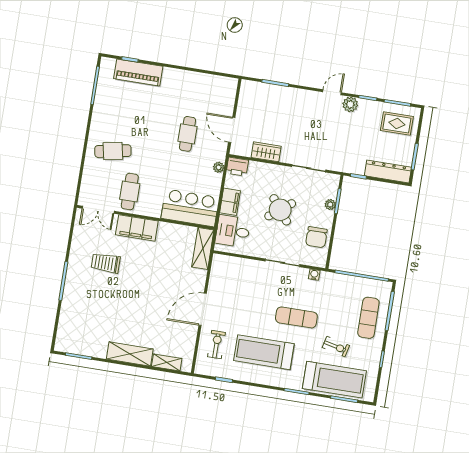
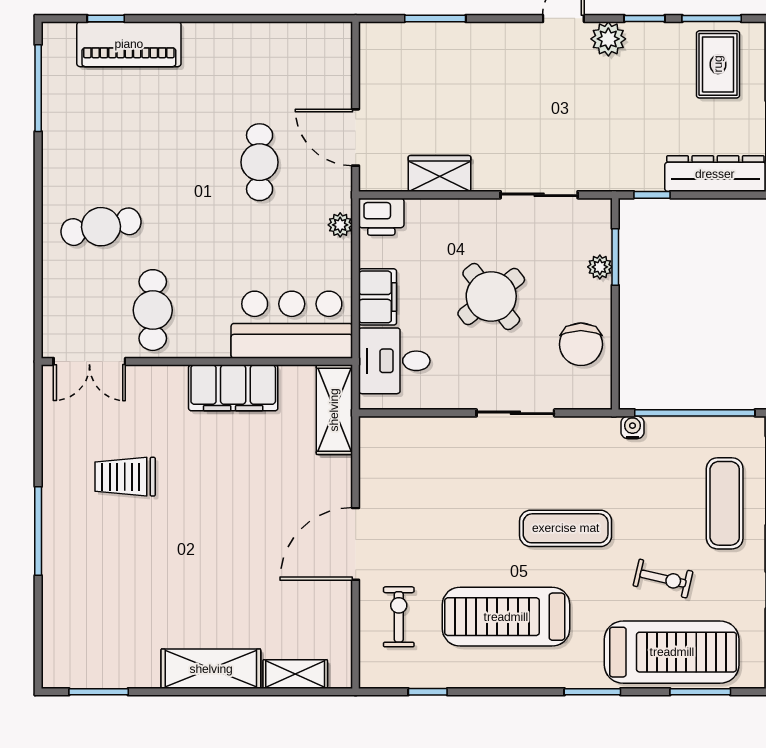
rug: (397, 124) -> (718, 64), turned 90
filing cabinet: (137, 228) -> (233, 388), moved
water cooler: (314, 275) -> (632, 427), moved

